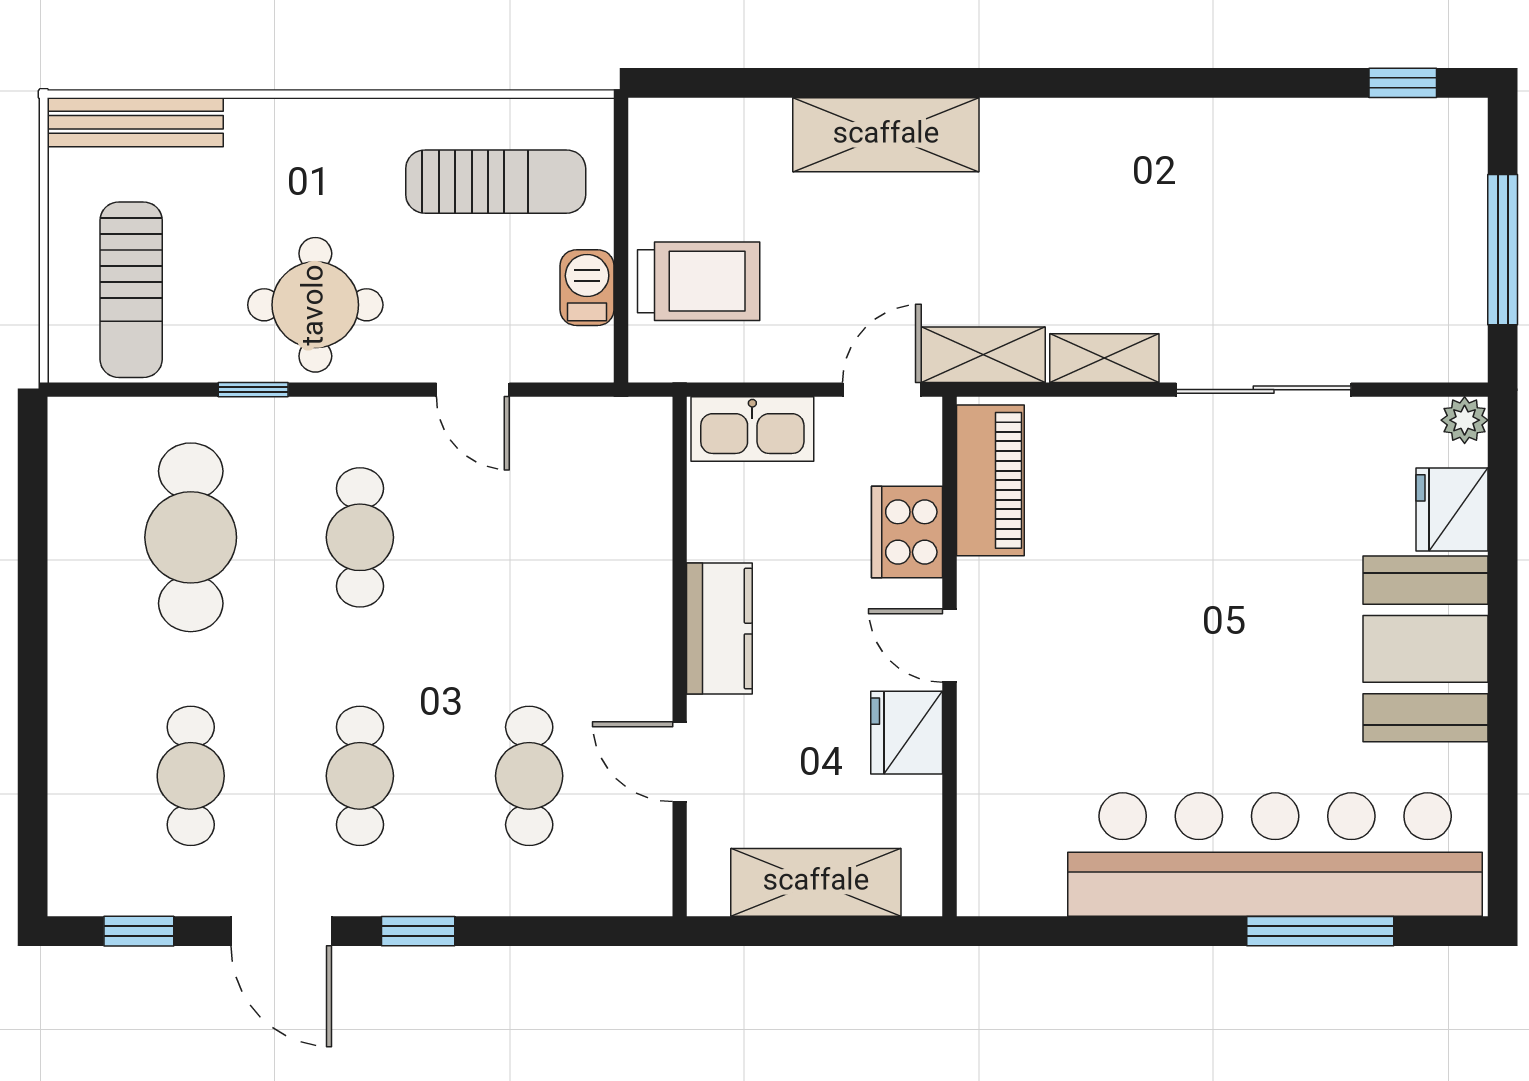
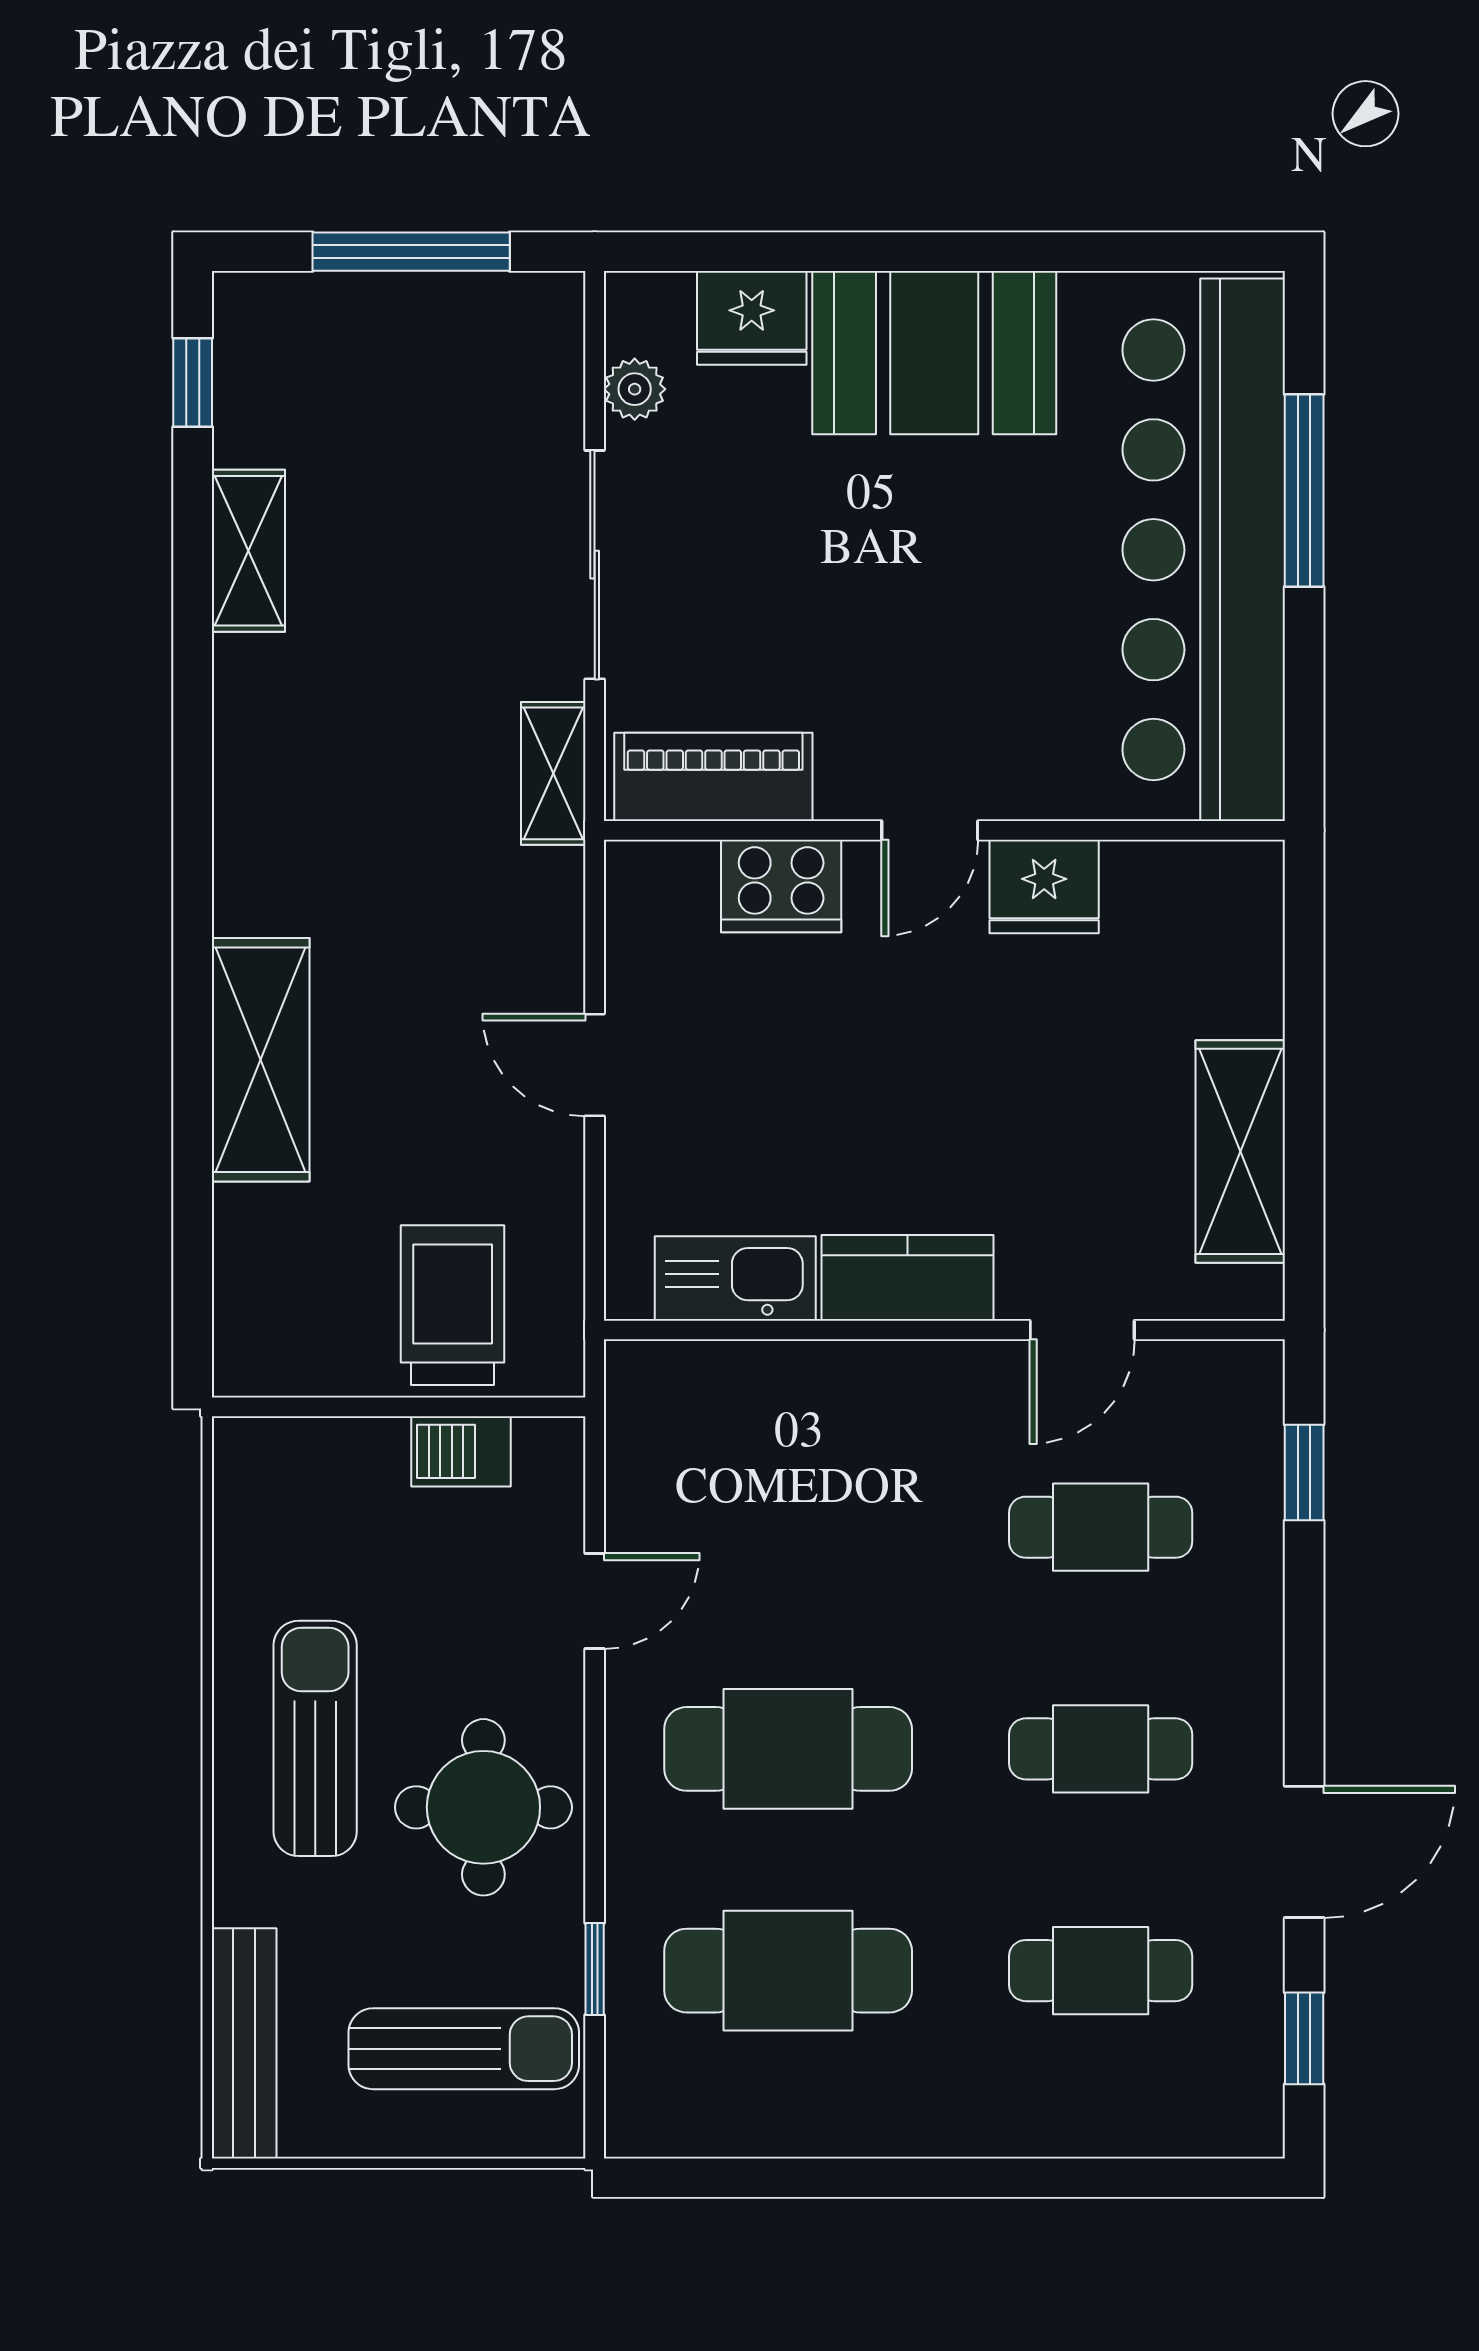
sun lounger: (496, 182) -> (315, 1738), moved
shelving: (983, 355) -> (248, 551), moved
window: (253, 390) -> (595, 1969), moved
plant: (1465, 420) -> (635, 389), moved
kitchen sink: (752, 429) -> (735, 1278), moved, turned -90
piano: (990, 480) -> (713, 777), moved
cooker: (907, 532) -> (781, 886), moved
cafe table: (360, 537) -> (788, 1749), width x1.37, depth x1.35
door: (949, 645) -> (930, 830), moved
wall: (949, 657) -> (944, 830), moved
fridge: (907, 733) -> (1044, 886), moved
window: (418, 931) -> (1304, 1472), moved

